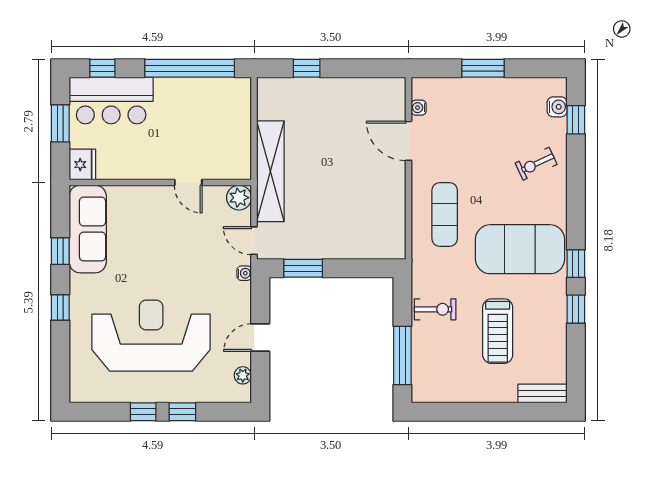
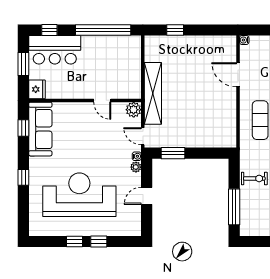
water cooler: (419, 108) -> (244, 40), moved
window: (60, 251) -> (23, 128), moved
plant: (243, 375) -> (136, 167), moved

